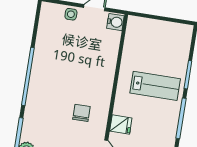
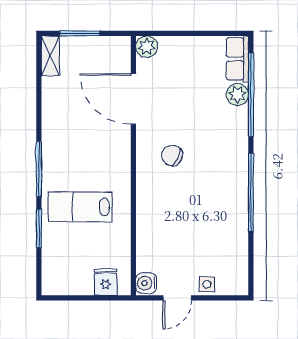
chair: (81, 113) -> (172, 155), turned 115
fridge: (121, 125) -> (106, 282), moved, turned 90

